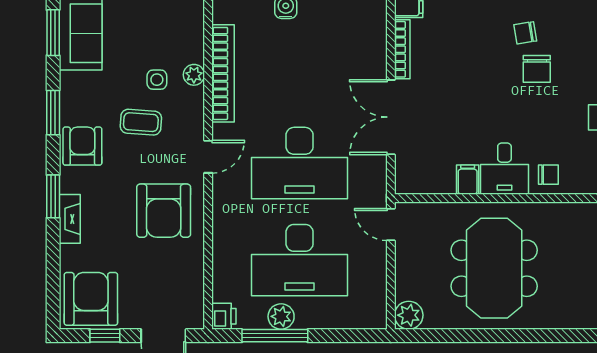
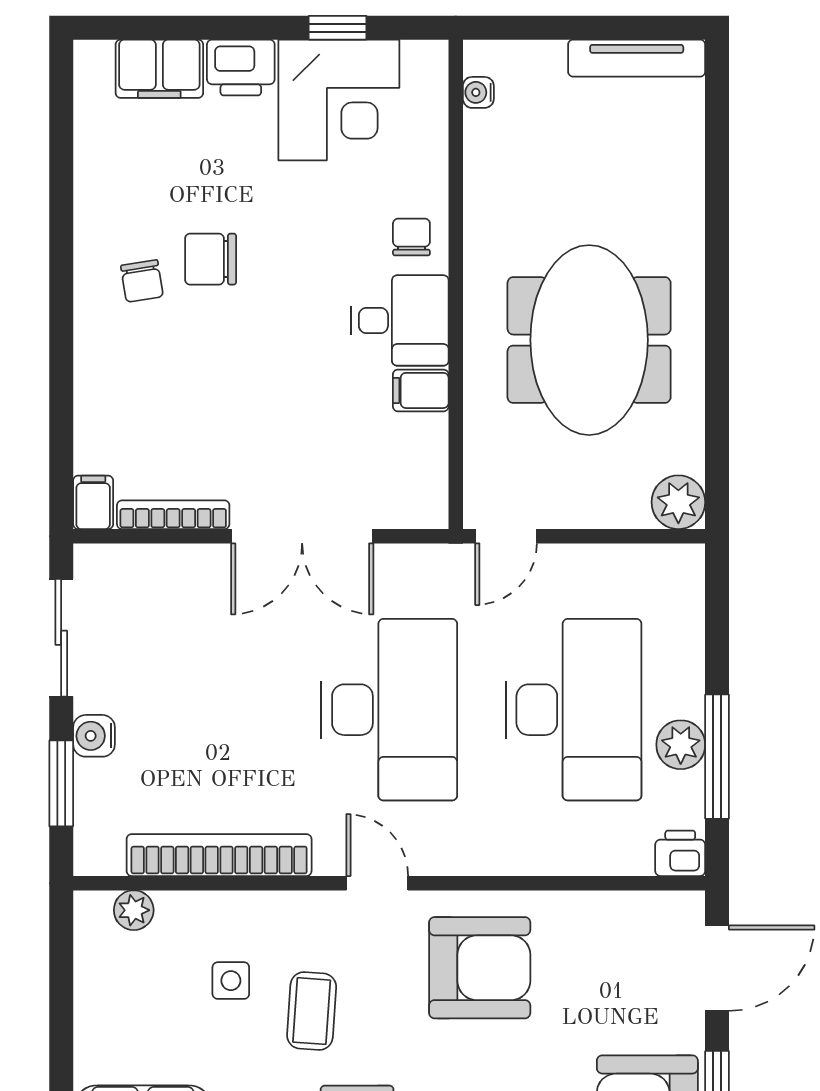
chair: (537, 69) -> (211, 259), turned 180
plant: (194, 75) -> (134, 910), moved
meeting table: (494, 268) -> (589, 340), turned 90

